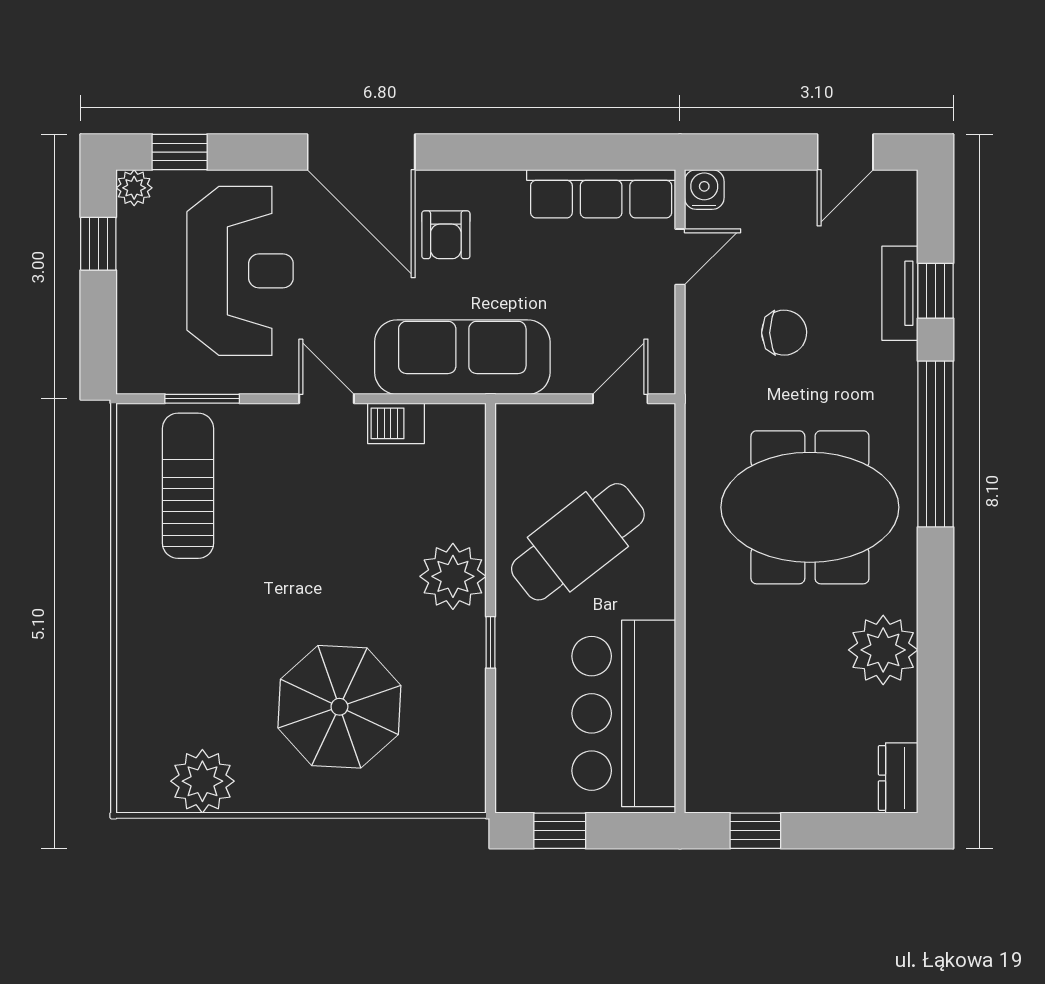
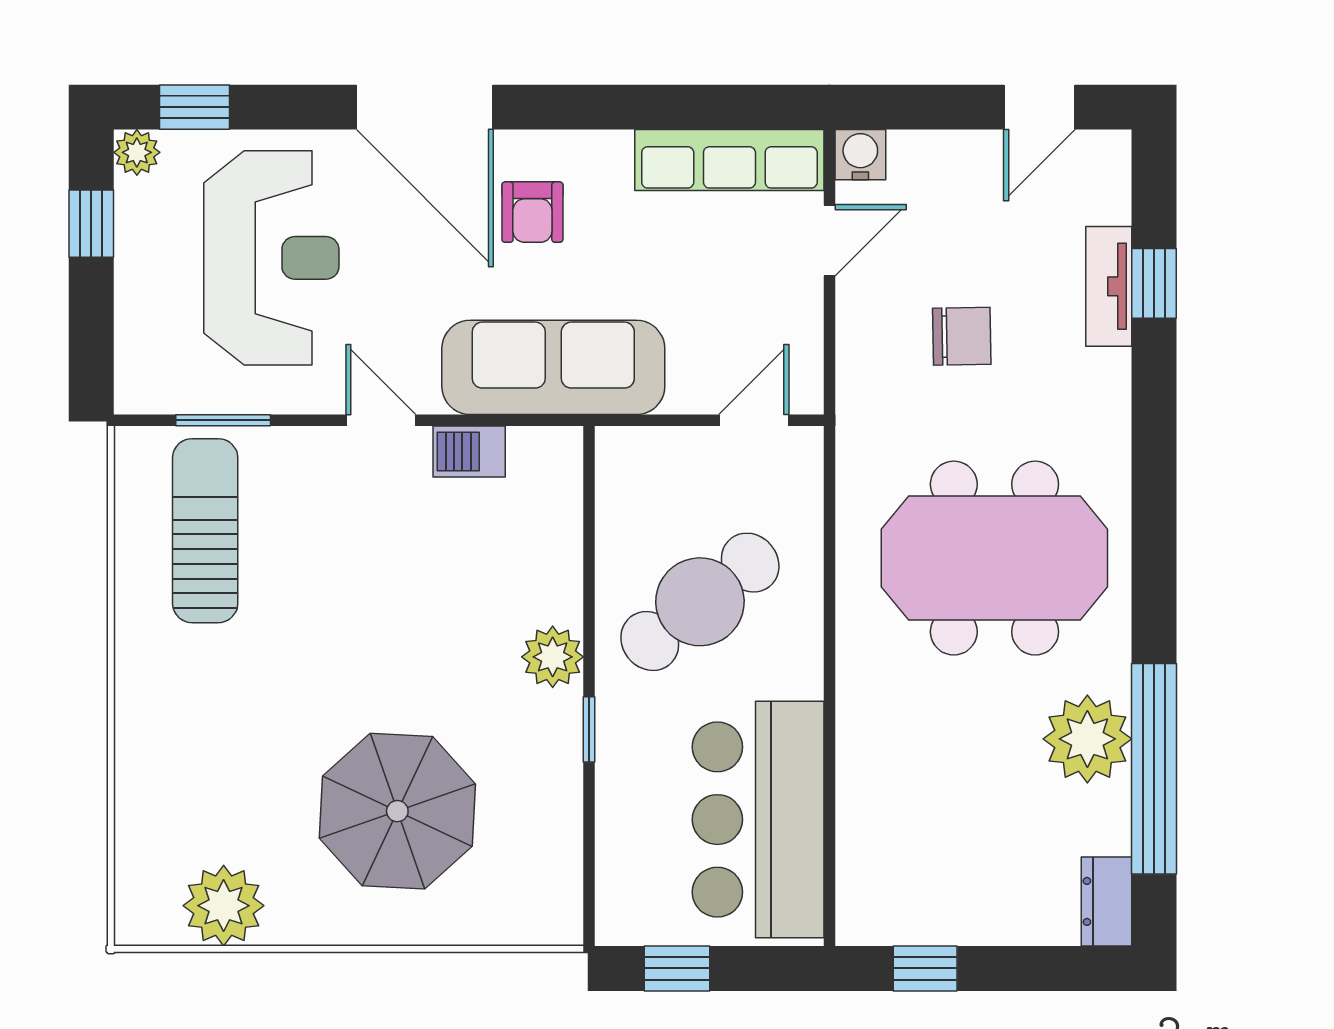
window: (936, 444) -> (1154, 769), moved
plant: (453, 576) -> (553, 657), width x0.73, depth x0.73

